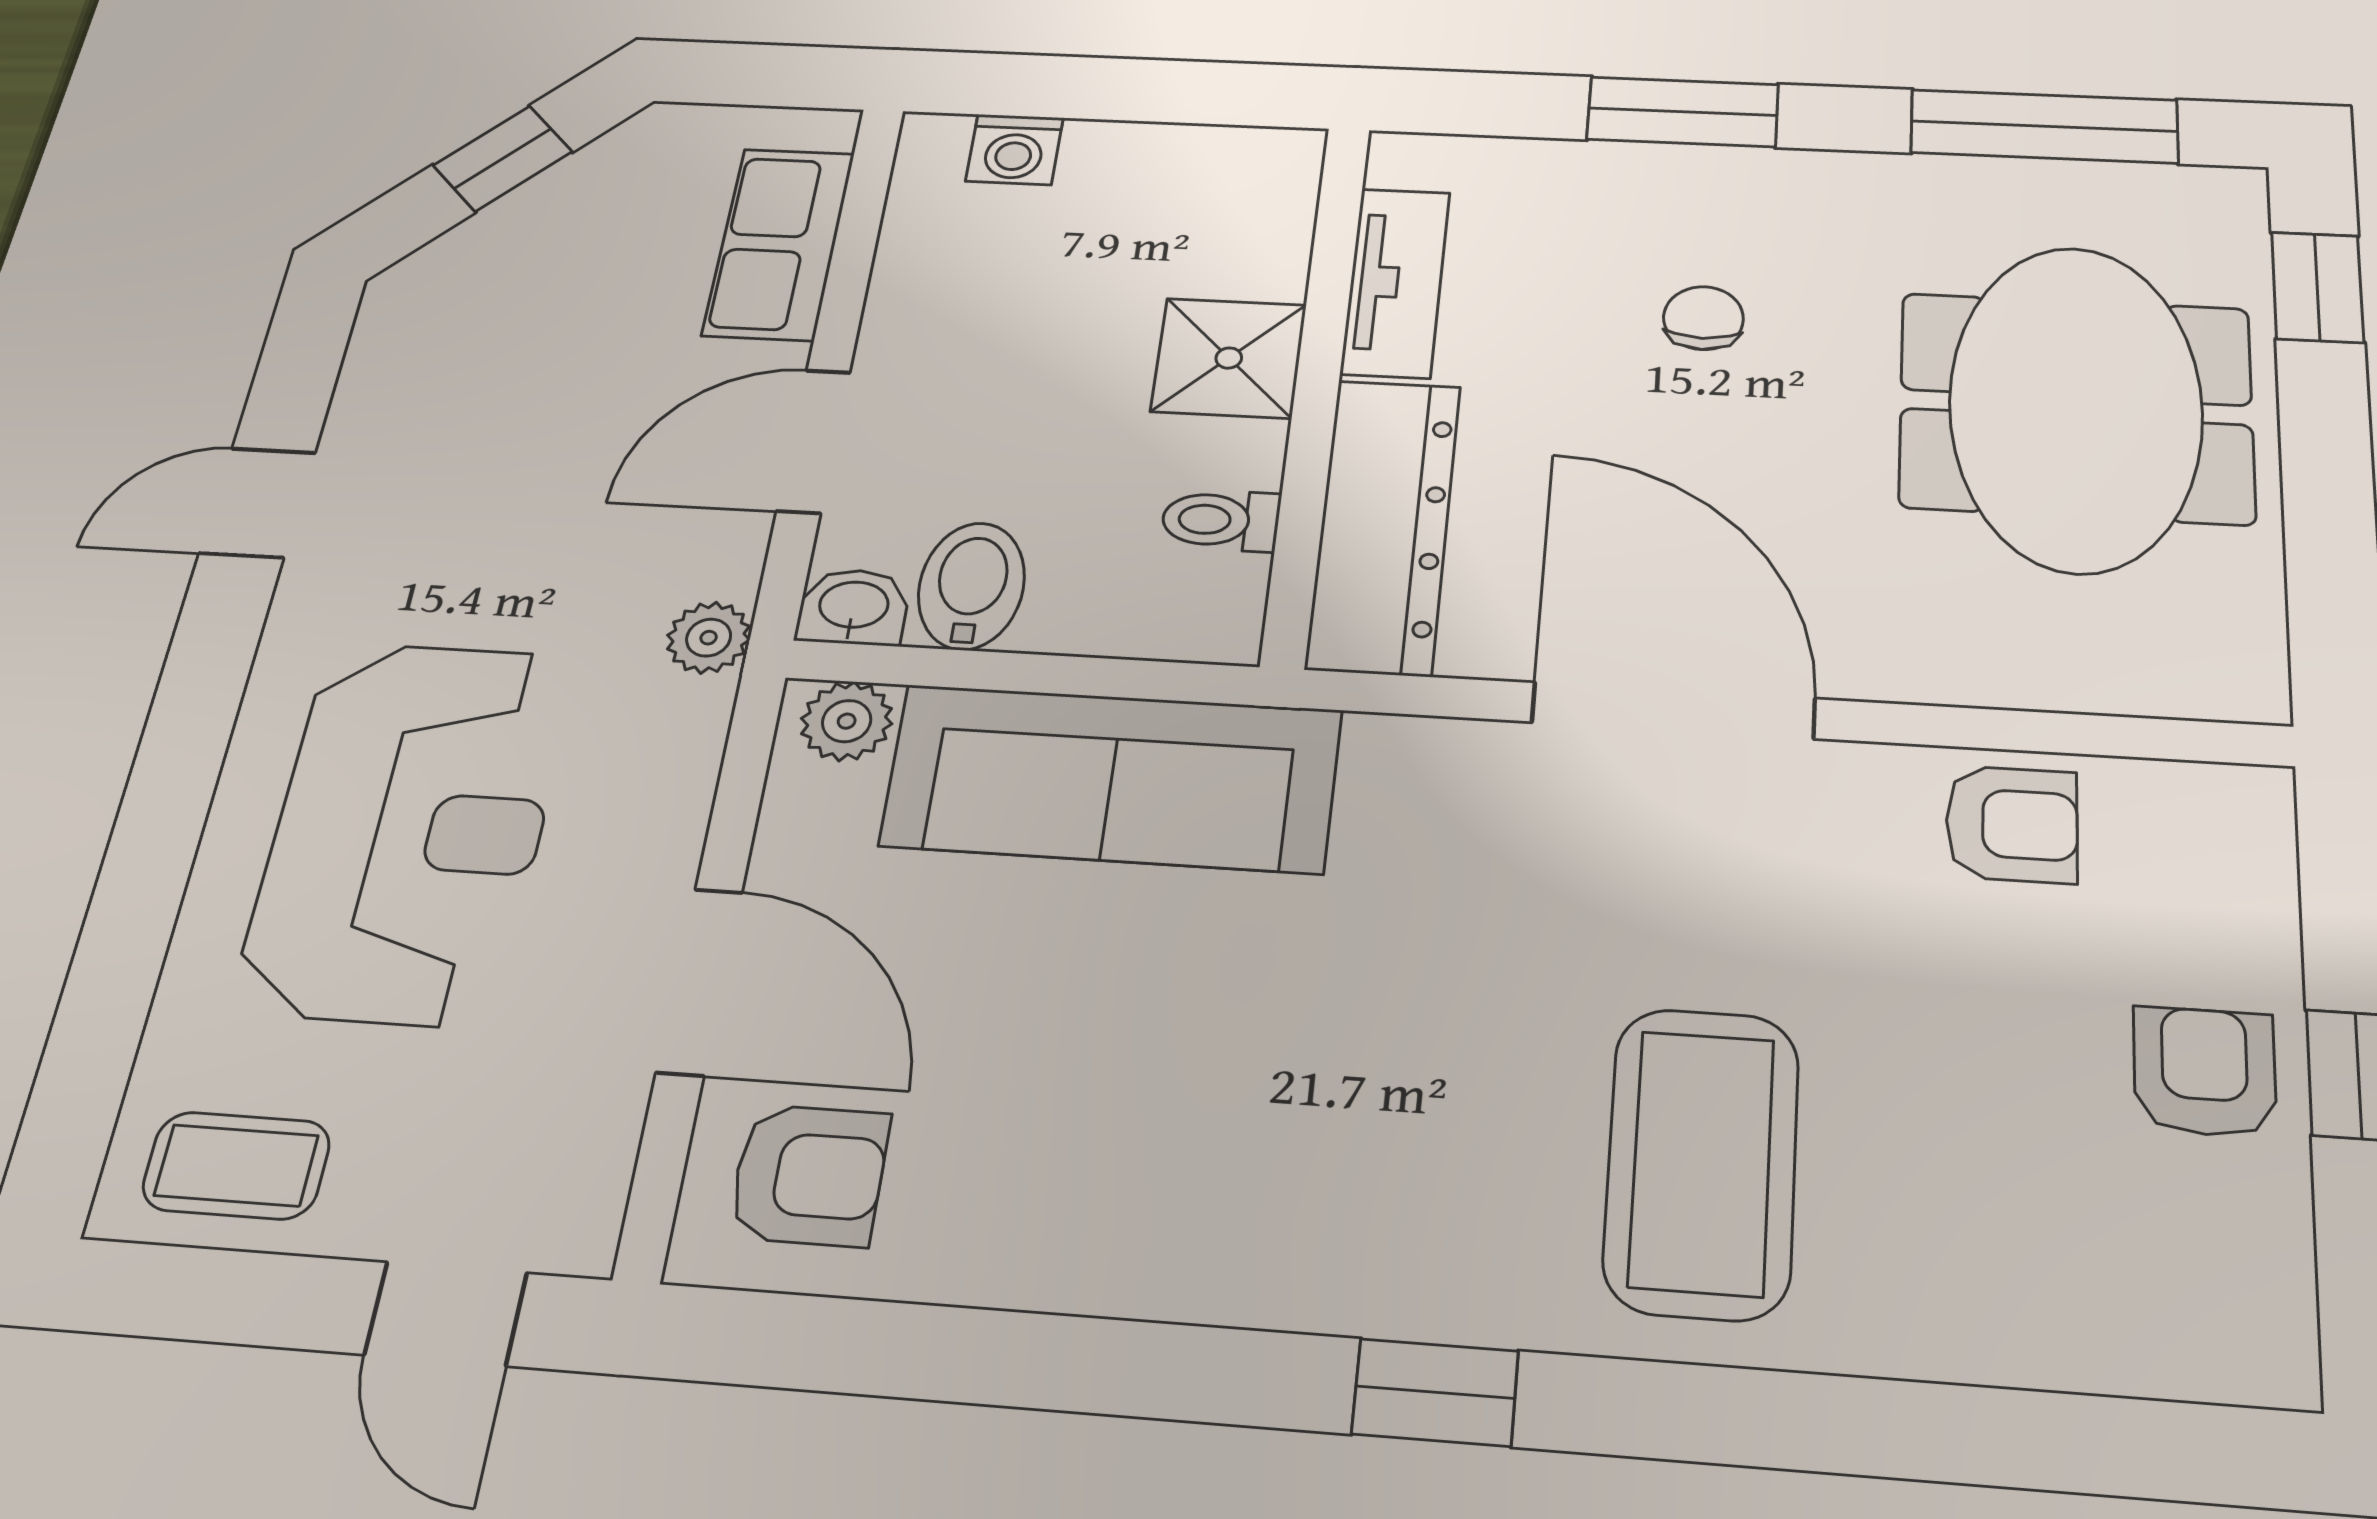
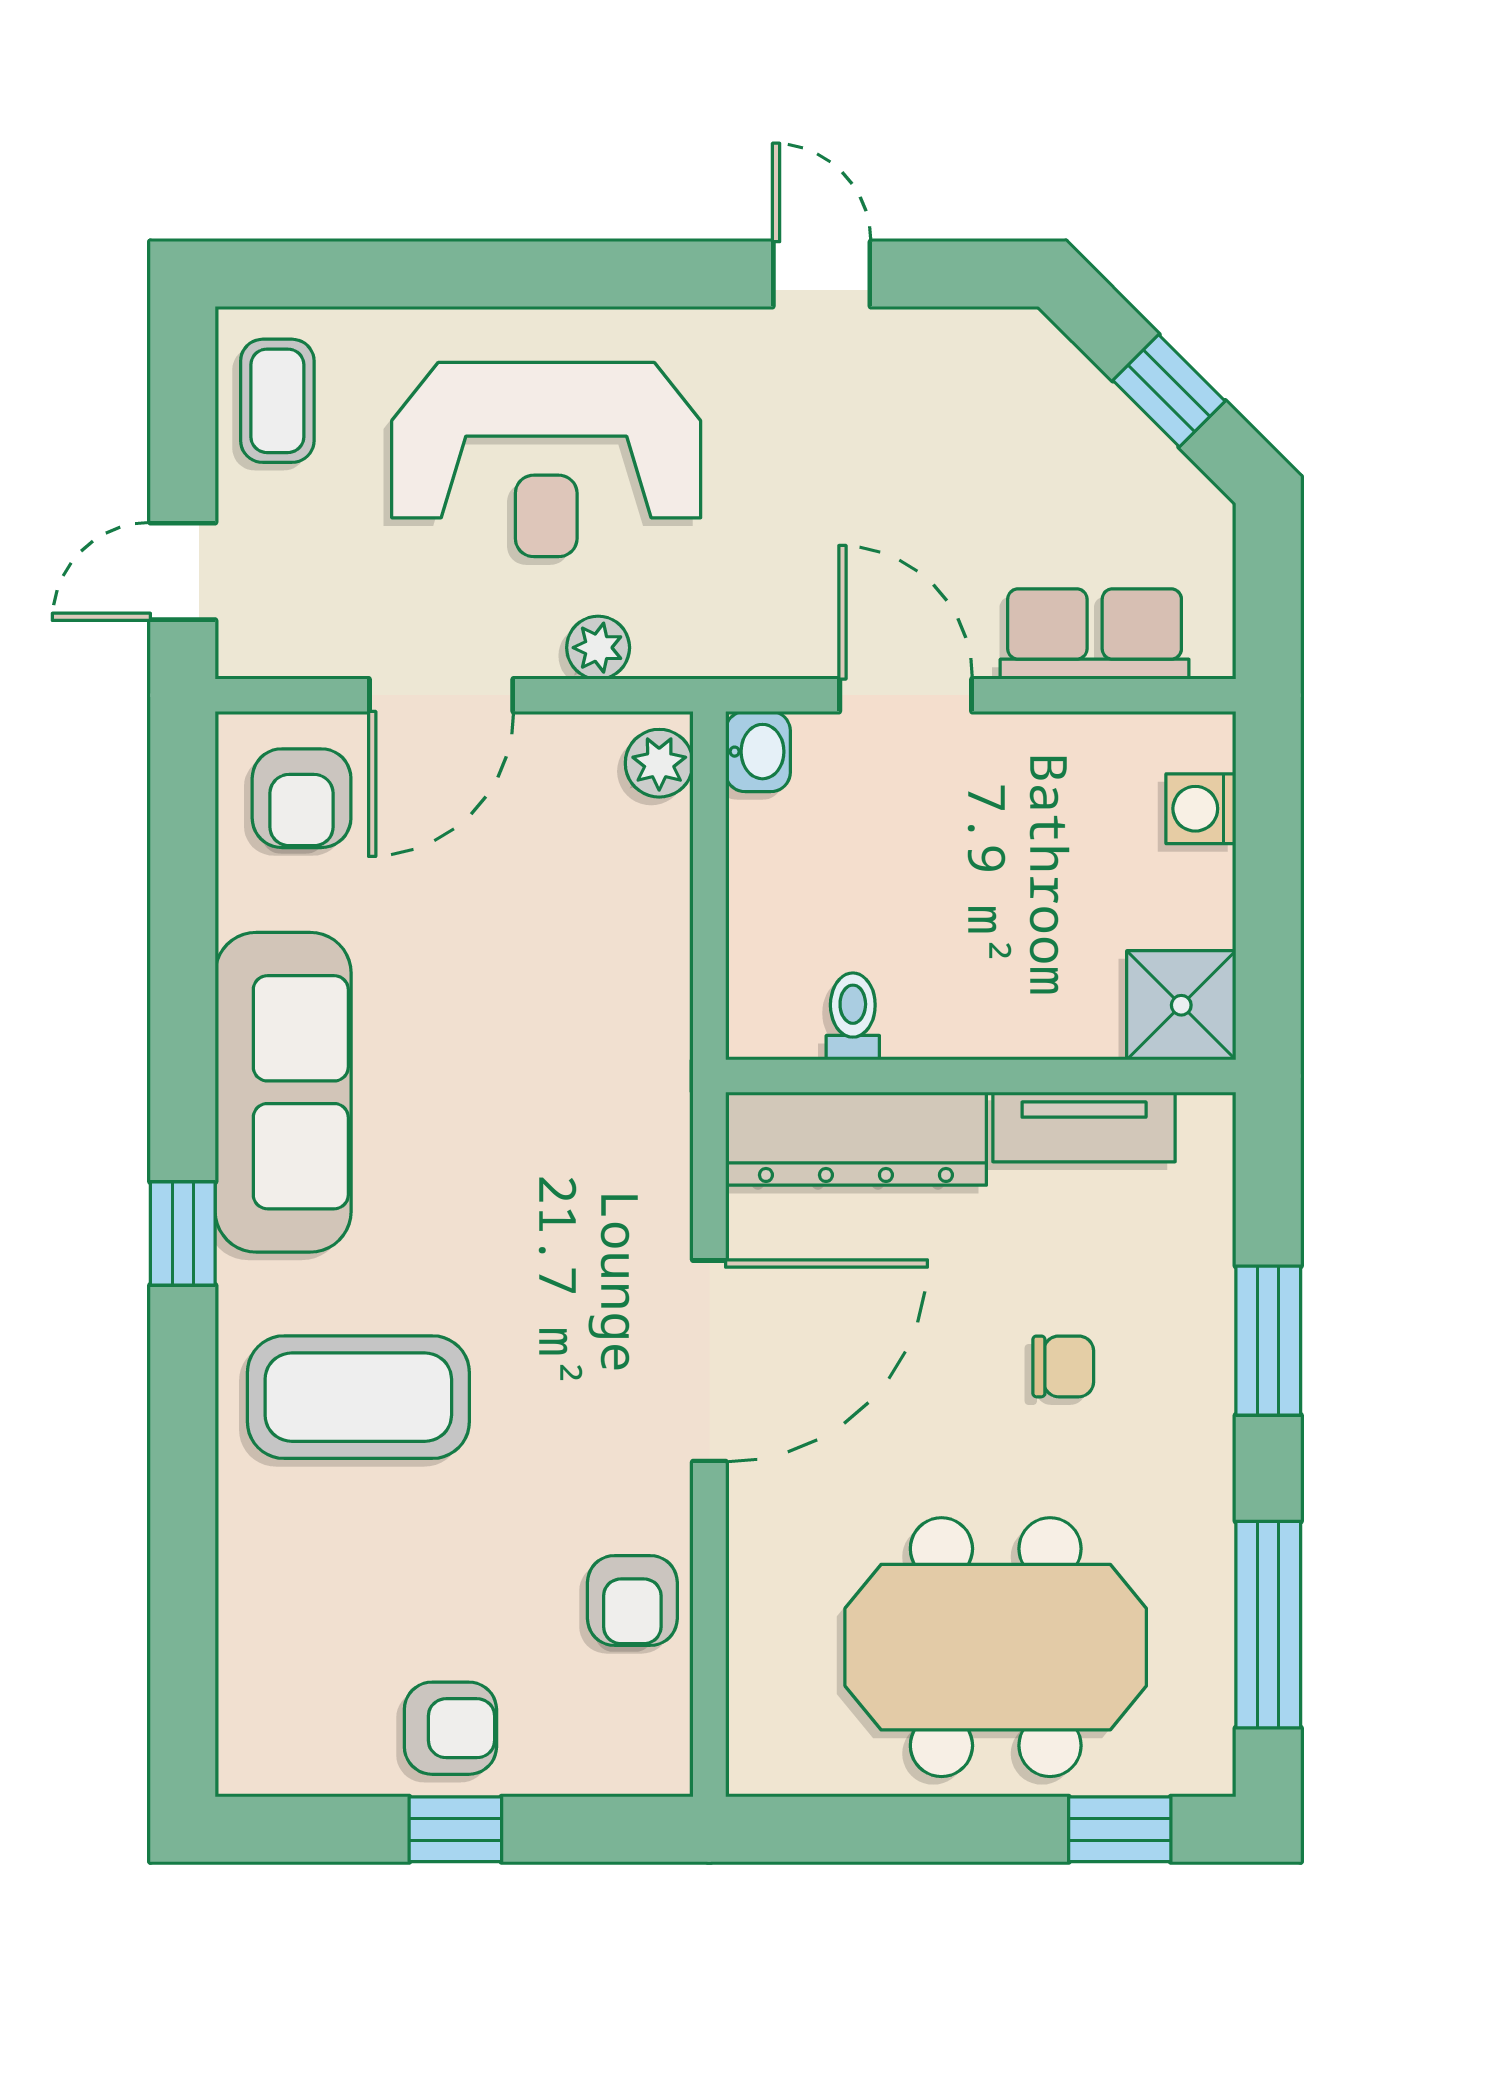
shower: (1229, 358) -> (1181, 1005), moved
bidet: (971, 586) -> (782, 837), removed
plant: (709, 638) -> (598, 648), moved
sofa: (1112, 778) -> (283, 1092), moved, turned 180

